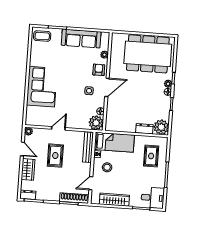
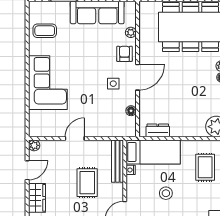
coffee table: (42, 36) -> (45, 31), moved
plant: (96, 123) -> (126, 127), removed
dresser: (144, 129) -> (158, 130), moved
door: (22, 149) -> (27, 170), hinge flipped
rug: (55, 156) -> (87, 183), moved
stool: (107, 167) -> (166, 193), moved

